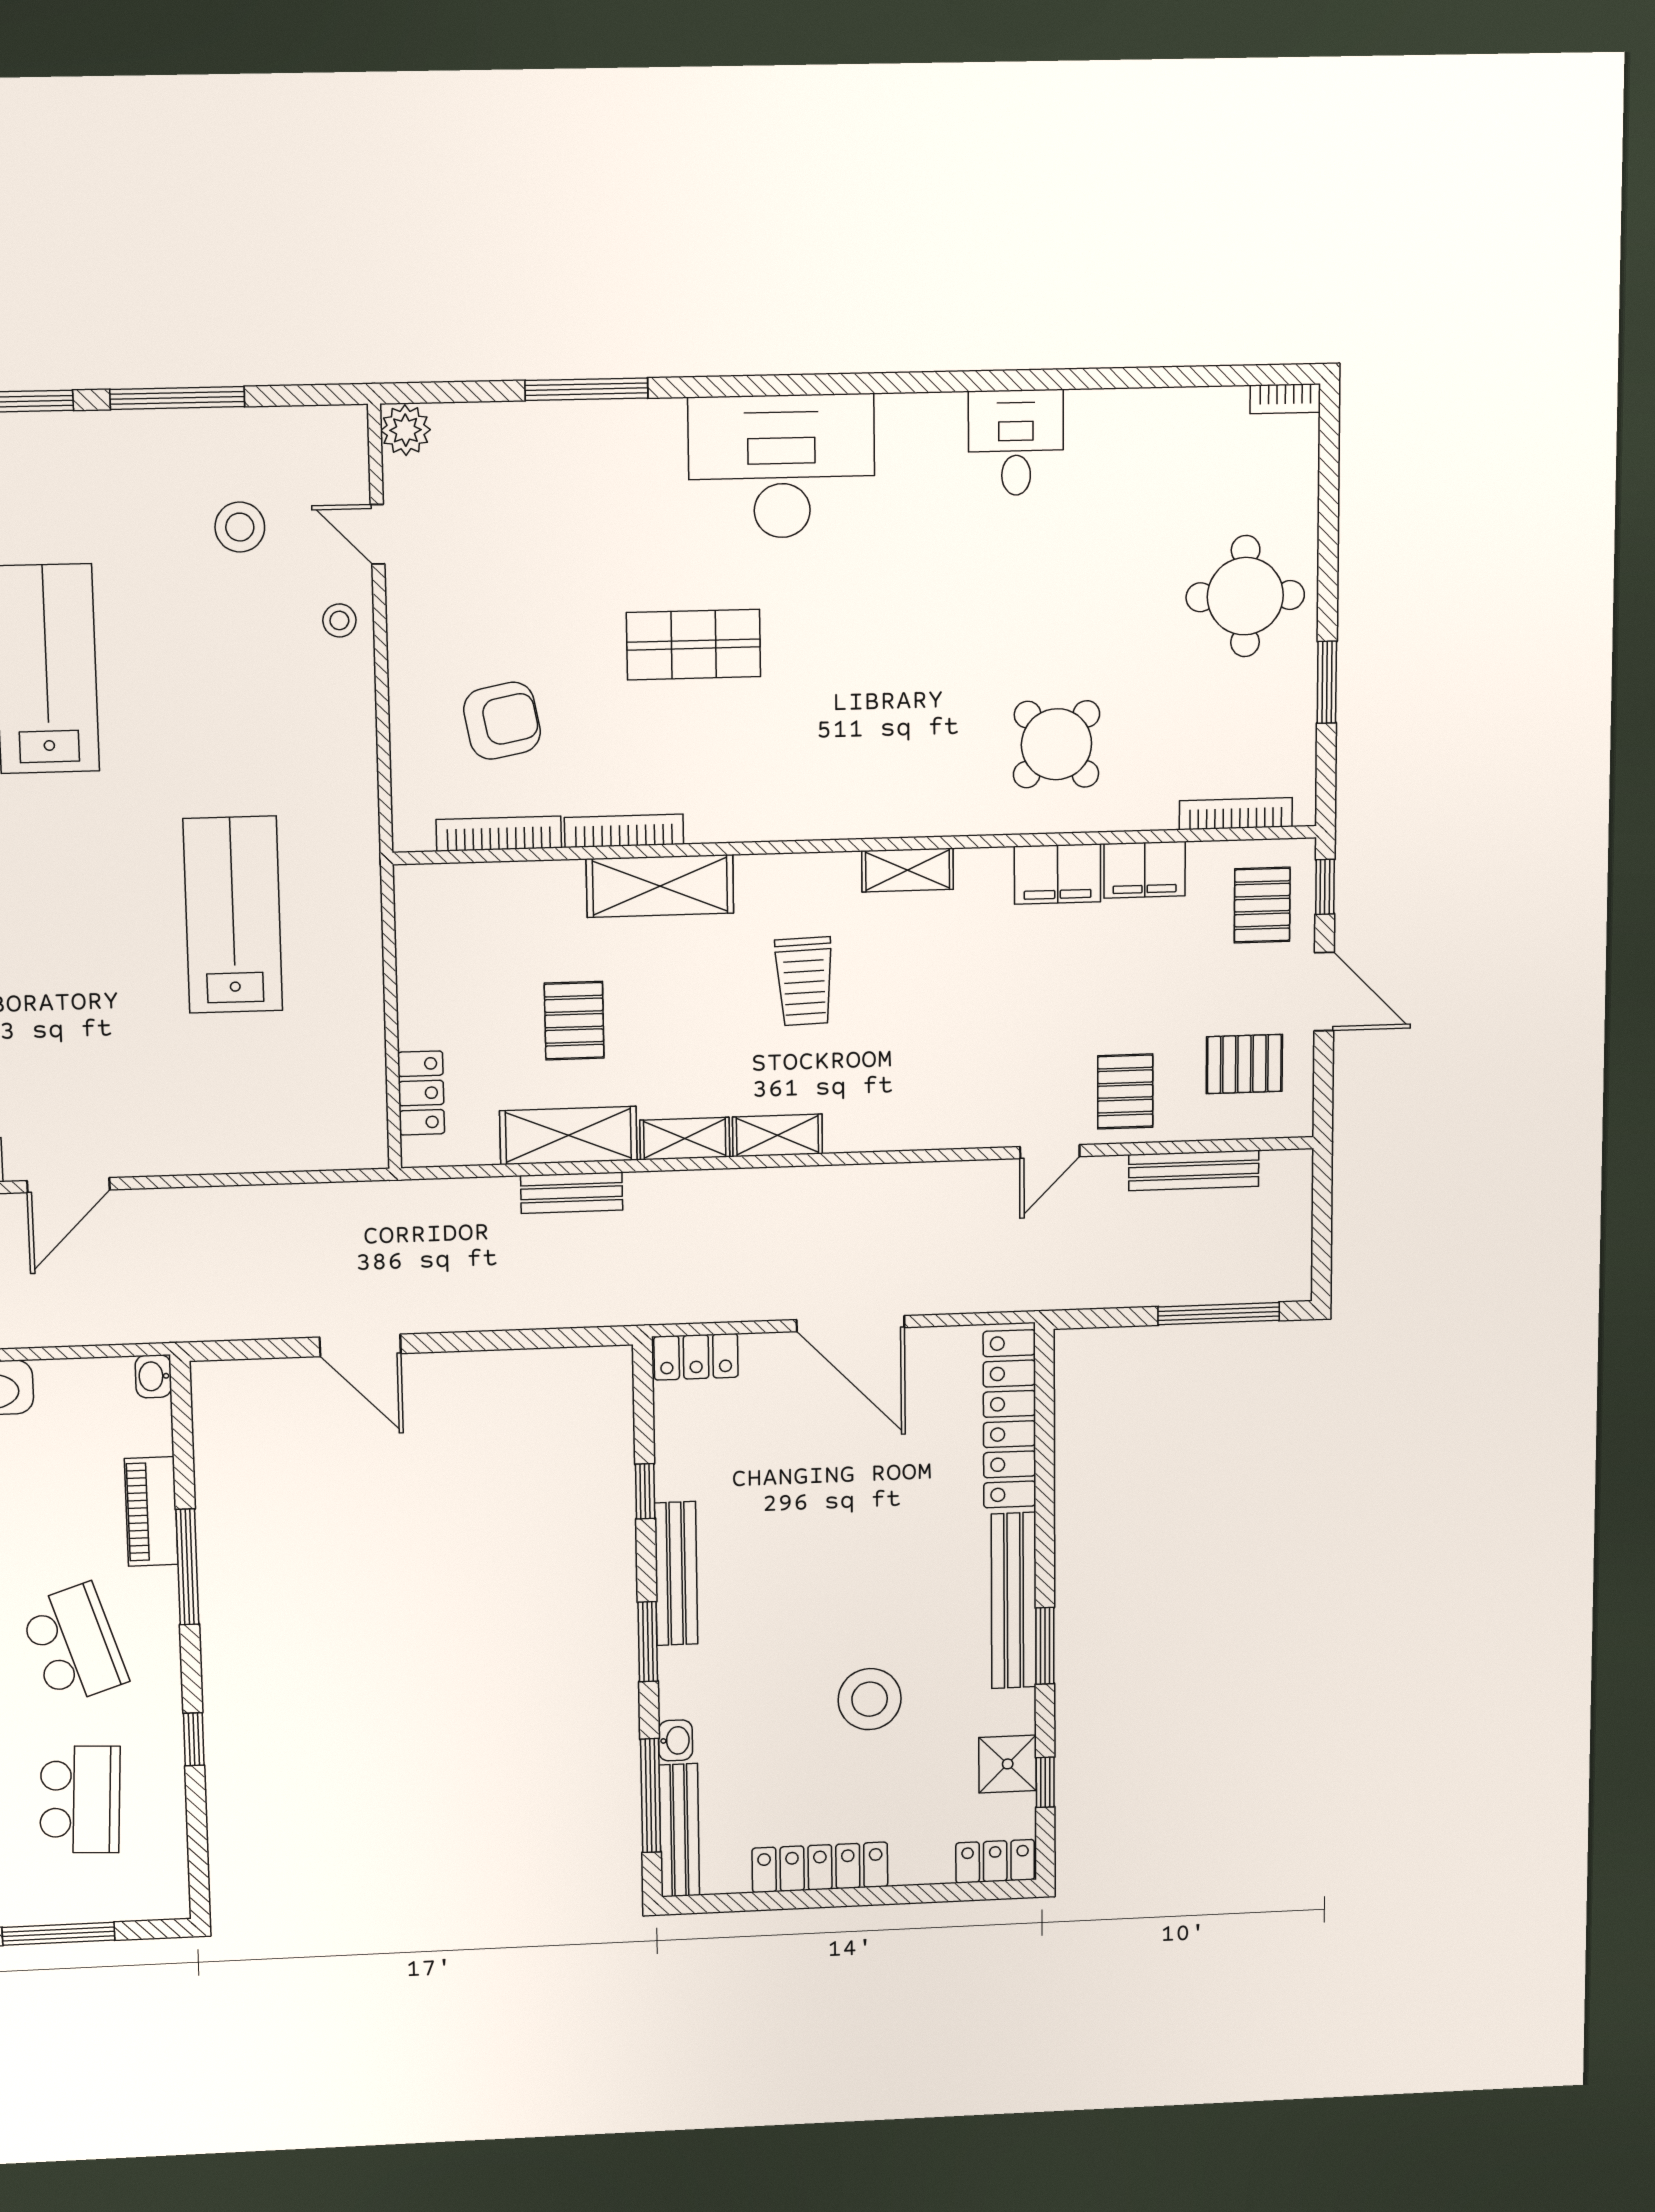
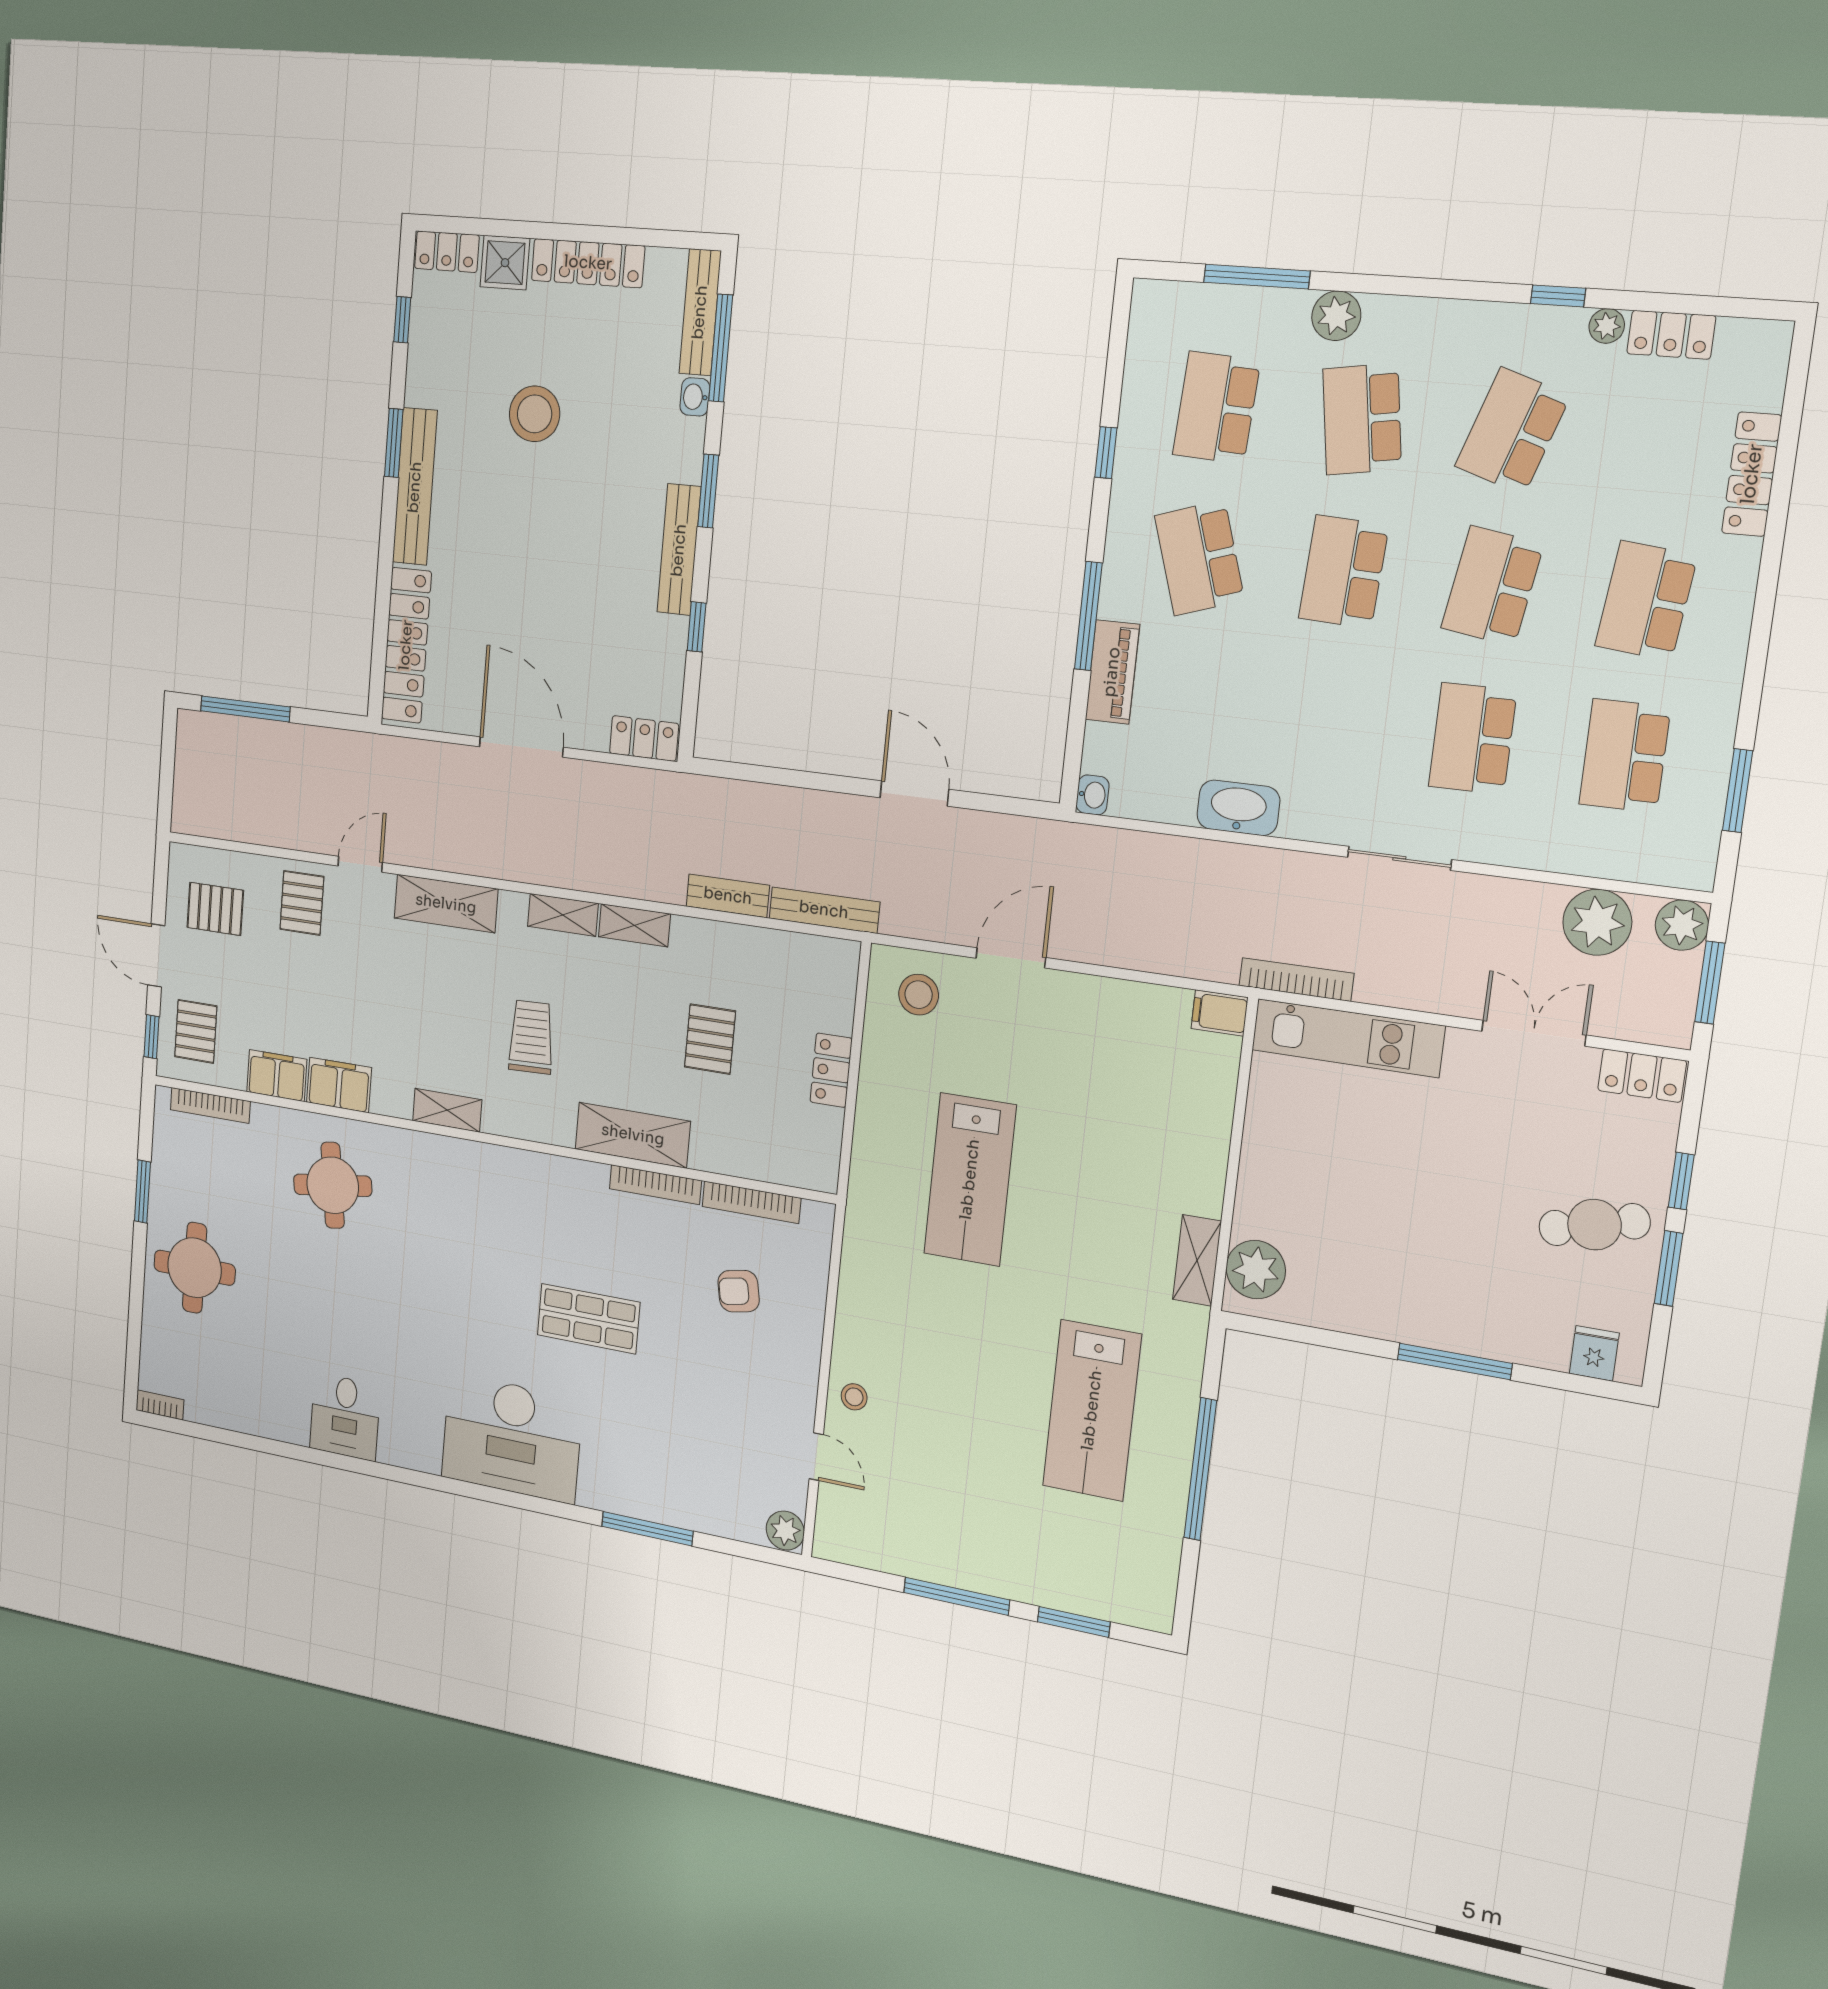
stool: (240, 527) -> (919, 995), moved
armchair: (502, 721) -> (739, 1291), width x0.72, depth x0.72
round table: (1056, 744) -> (333, 1185), turned 36
locker: (421, 1093) -> (831, 1070), moved
shelving: (568, 1135) -> (446, 904), moved
bench: (1194, 1170) -> (824, 910), moved
door: (68, 1185) -> (1011, 958), moved
shower: (1008, 1764) -> (505, 263), moved

